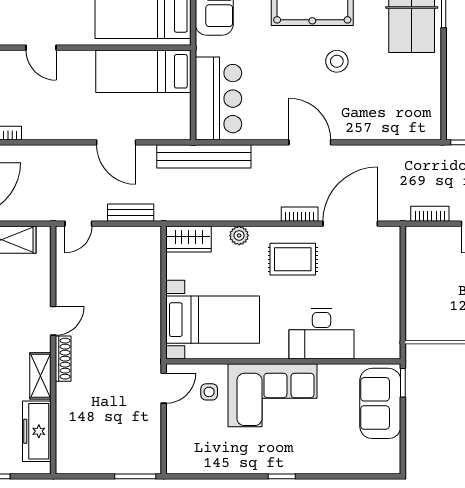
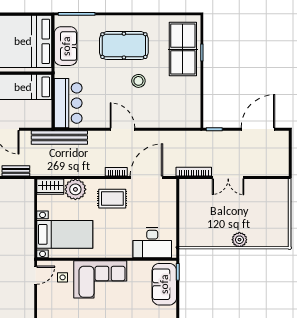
bookcase: (430, 214) -> (194, 172), width x1.56
plant: (239, 235) -> (75, 189), width x1.87, depth x1.87
desk: (322, 334) -> (152, 243), moved

